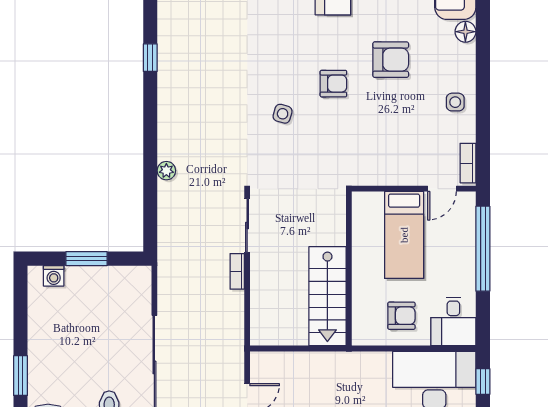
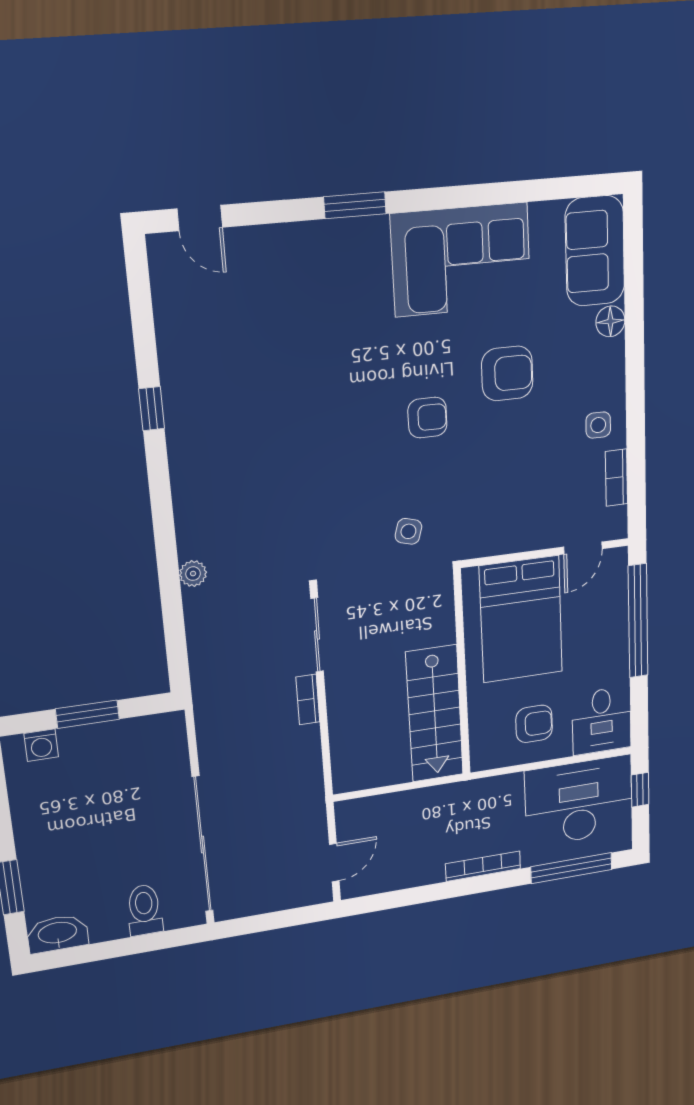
side table: (283, 114) -> (408, 531), moved
bookcase: (468, 163) -> (616, 478), moved
bed: (404, 235) -> (521, 619), width x1.50

